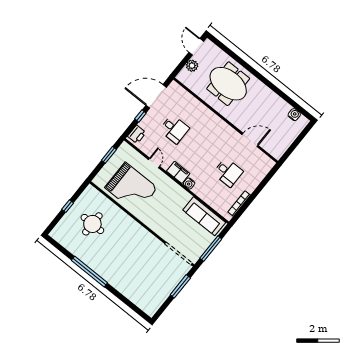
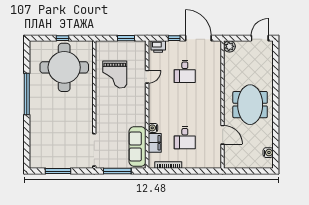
plant: (192, 66) -> (230, 46), moved
meeting table: (228, 84) -> (250, 105), moved
filing cabinet: (178, 172) -> (155, 143), moved
water cooler: (189, 183) -> (153, 128), moved
grand piano: (131, 188) -> (115, 74), width x0.73, depth x0.68
round table: (92, 224) -> (64, 67), width x1.86, depth x1.86
window: (180, 286) -> (58, 171), moved

